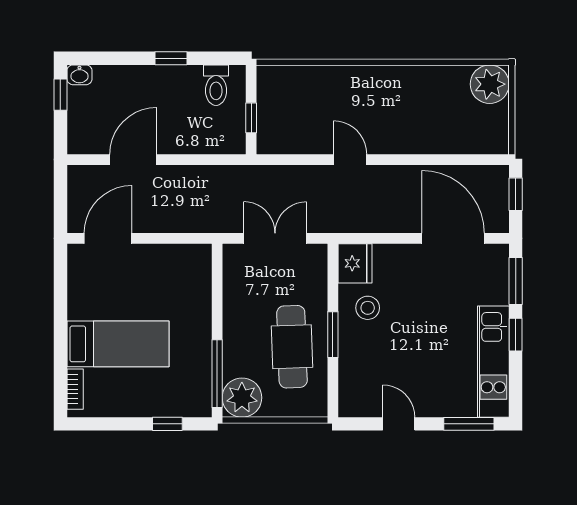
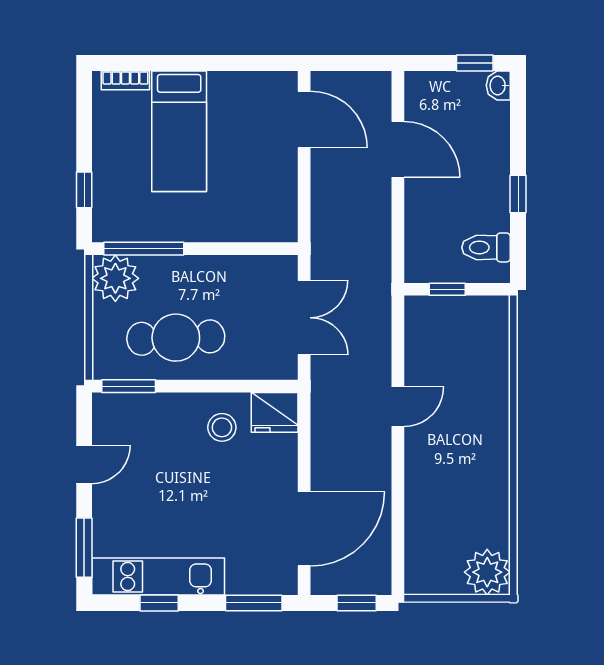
window: (333, 335) -> (129, 386), moved
window: (516, 335) -> (159, 603), moved

